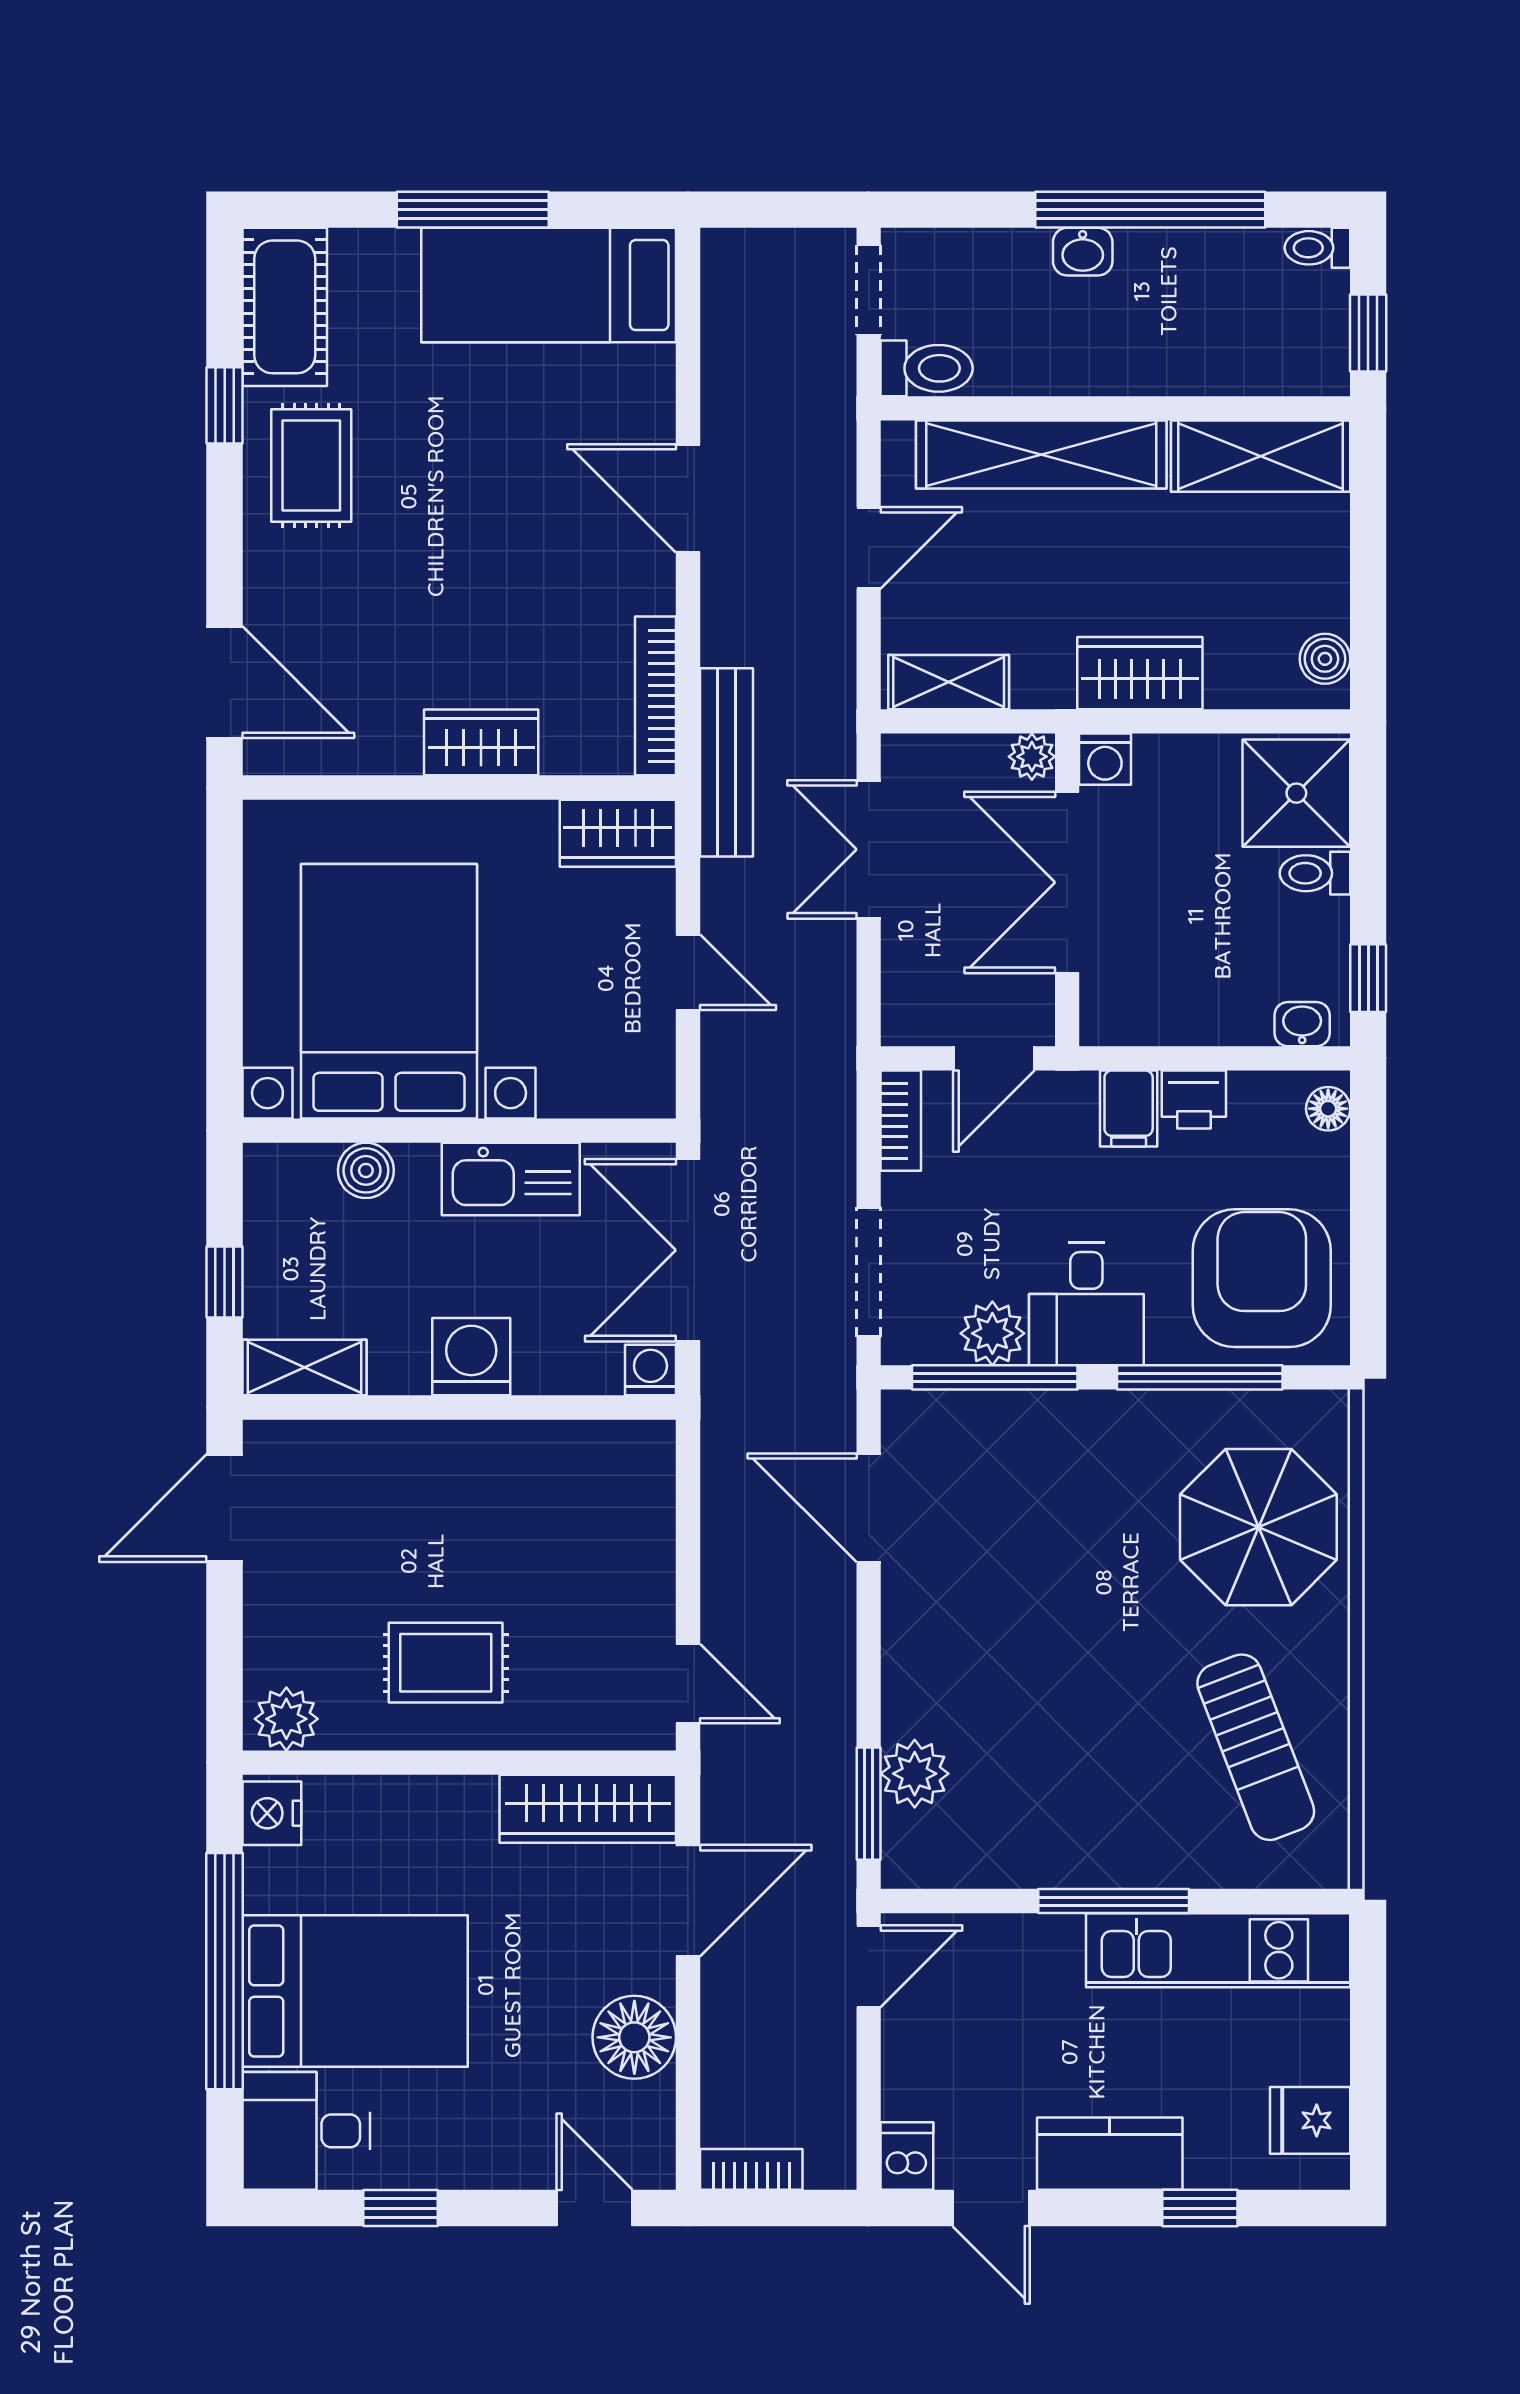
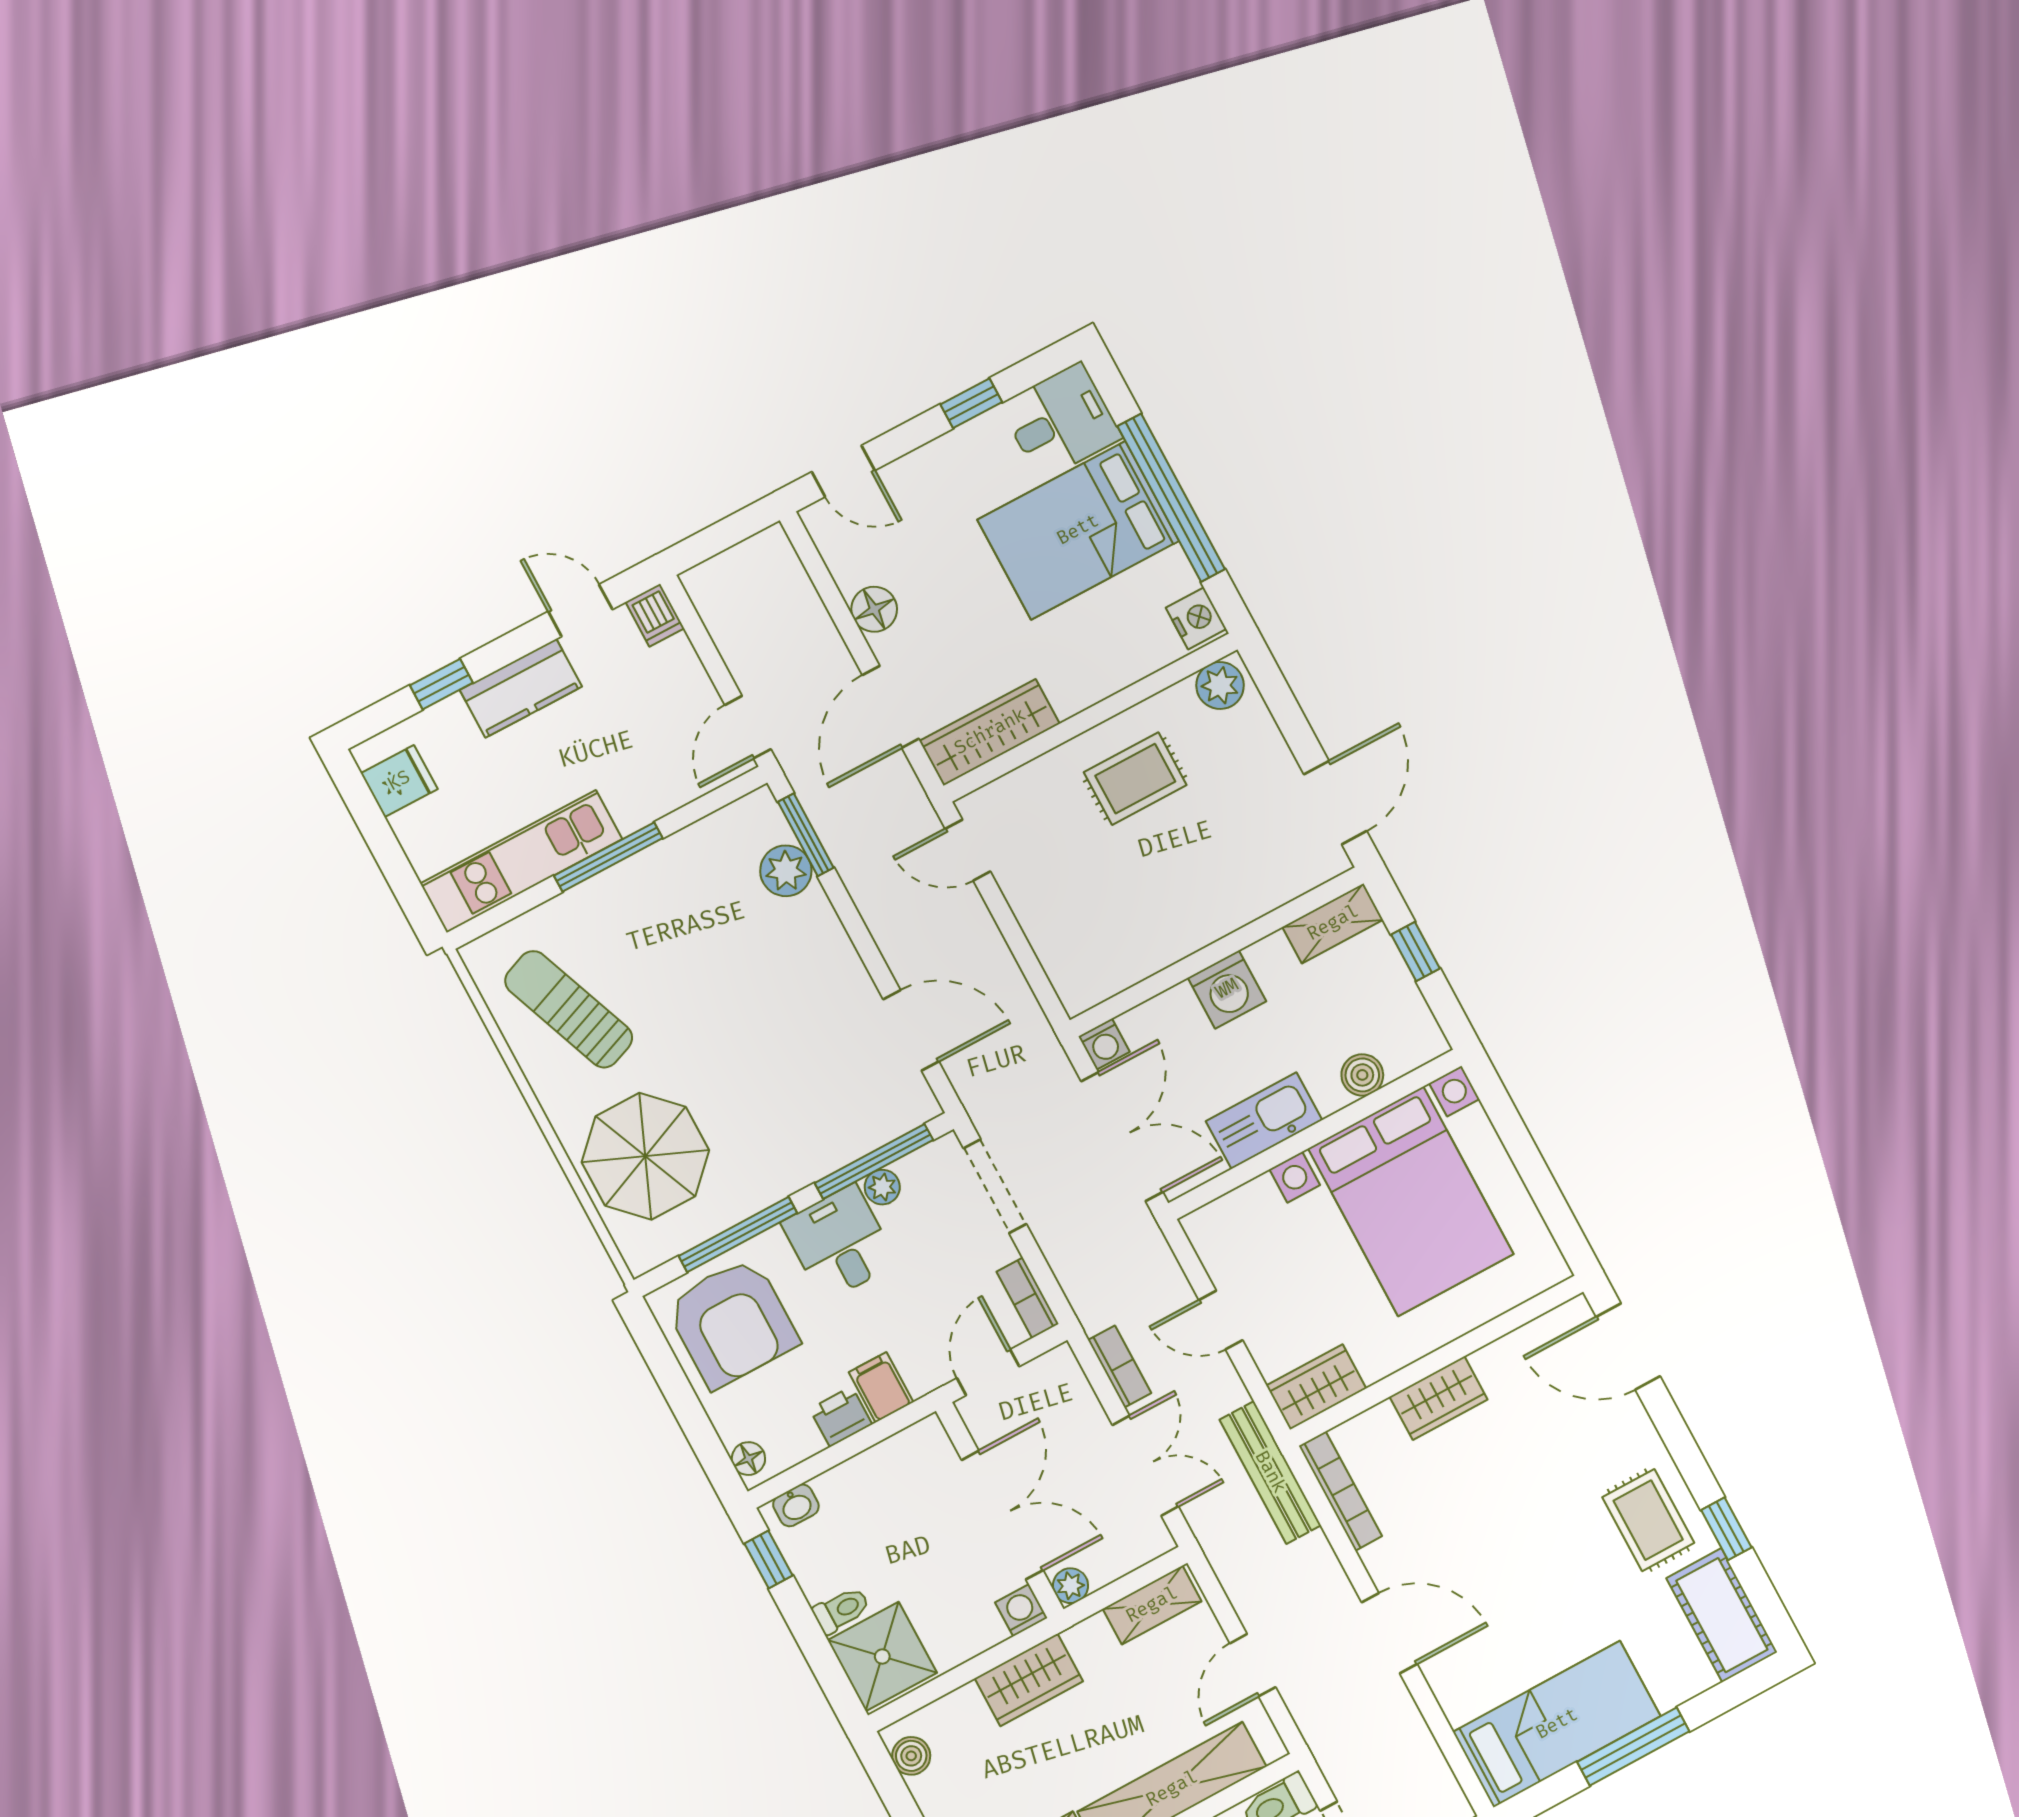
plant: (992, 1333) -> (882, 1187), width x0.73, depth x0.73
floor lamp: (634, 2037) -> (874, 609), width x0.73, depth x0.73
bookcase: (751, 2169) -> (1120, 1366), moved, turned -90

